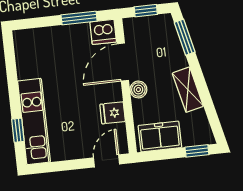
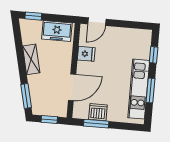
dishwasher: (103, 32) -> (98, 112), moved
window: (12, 80) -> (150, 91), added
boiler: (138, 90) -> (65, 66), removed
kitchen unit: (34, 121) -> (139, 89), moved

